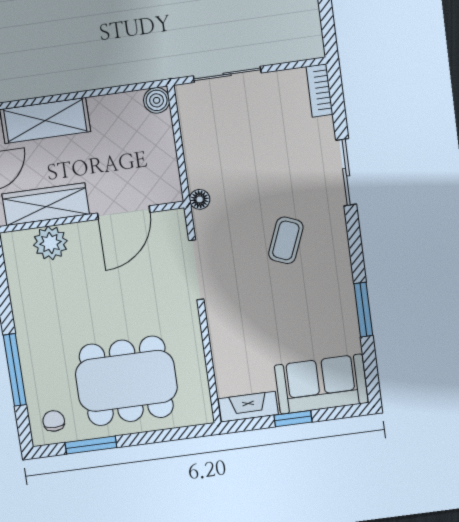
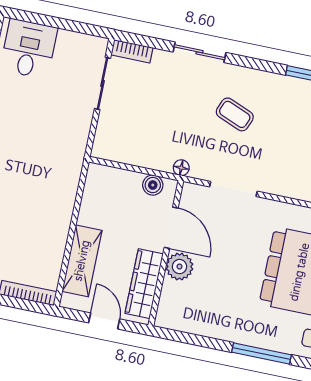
sliding door: (227, 74) -> (102, 83), moved
boiler: (157, 100) -> (153, 185), moved
plant: (50, 243) -> (179, 267), moved

